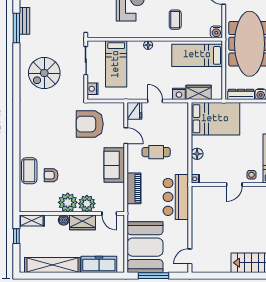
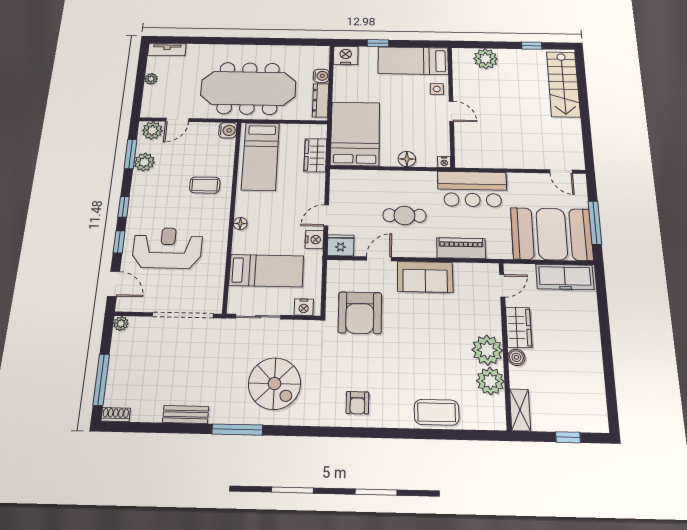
window: (16, 28) -> (237, 430), moved
nightstand: (179, 94) -> (314, 240), moved
cafe table: (156, 152) -> (404, 215), turned 90
armchair: (51, 175) -> (357, 403), moved
plant: (87, 204) -> (490, 381), moved
window: (16, 236) -> (568, 437), moved
freezer: (99, 264) -> (565, 277), moved, turned -90
shelving: (52, 265) -> (592, 377), removed

